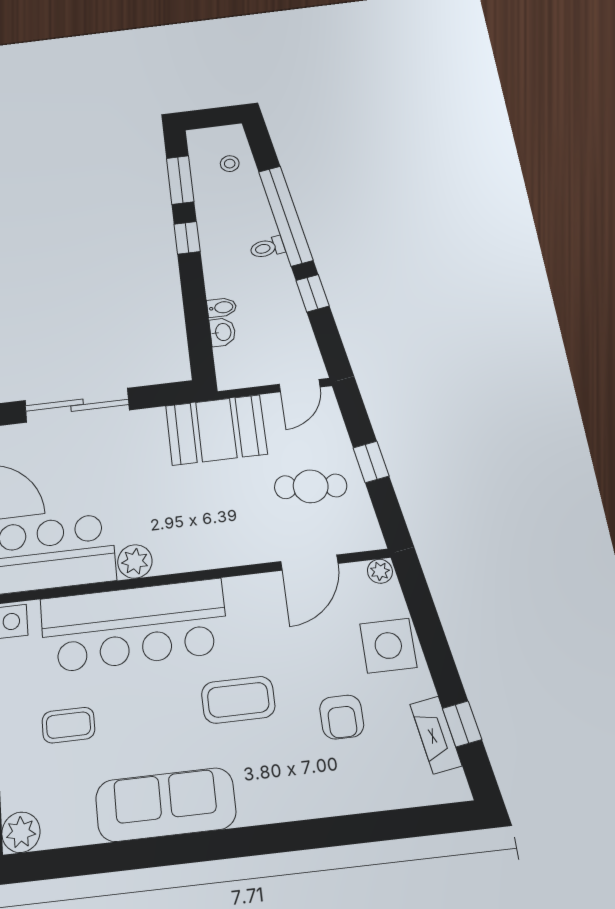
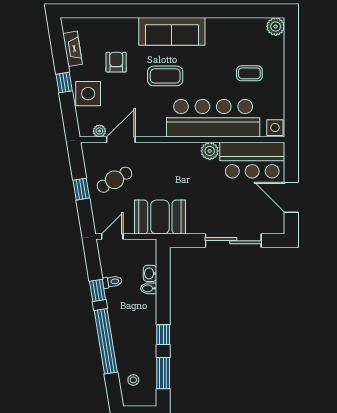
toilet: (267, 248) -> (112, 282), moved
cafe table: (311, 486) -> (114, 180), turned -35
plant: (380, 571) -> (99, 131), moved
window: (462, 724) -> (64, 83), moved
sofa: (166, 804) -> (172, 31), moved

